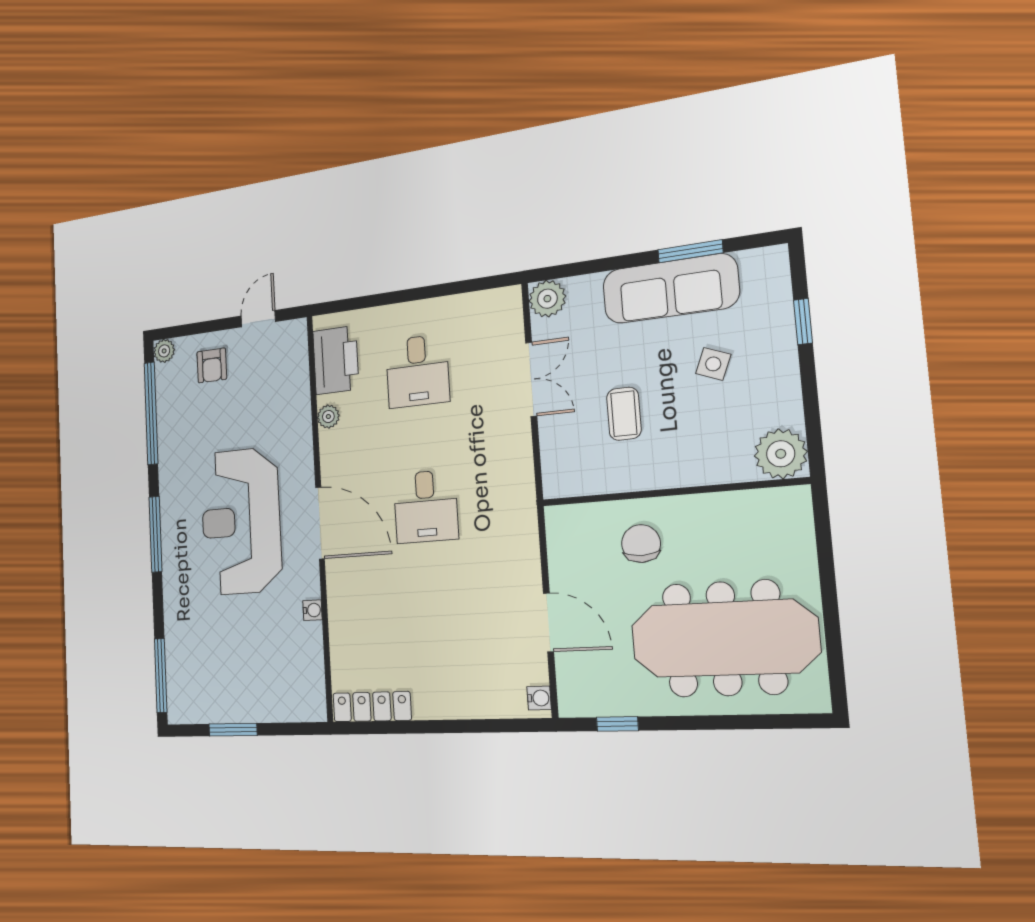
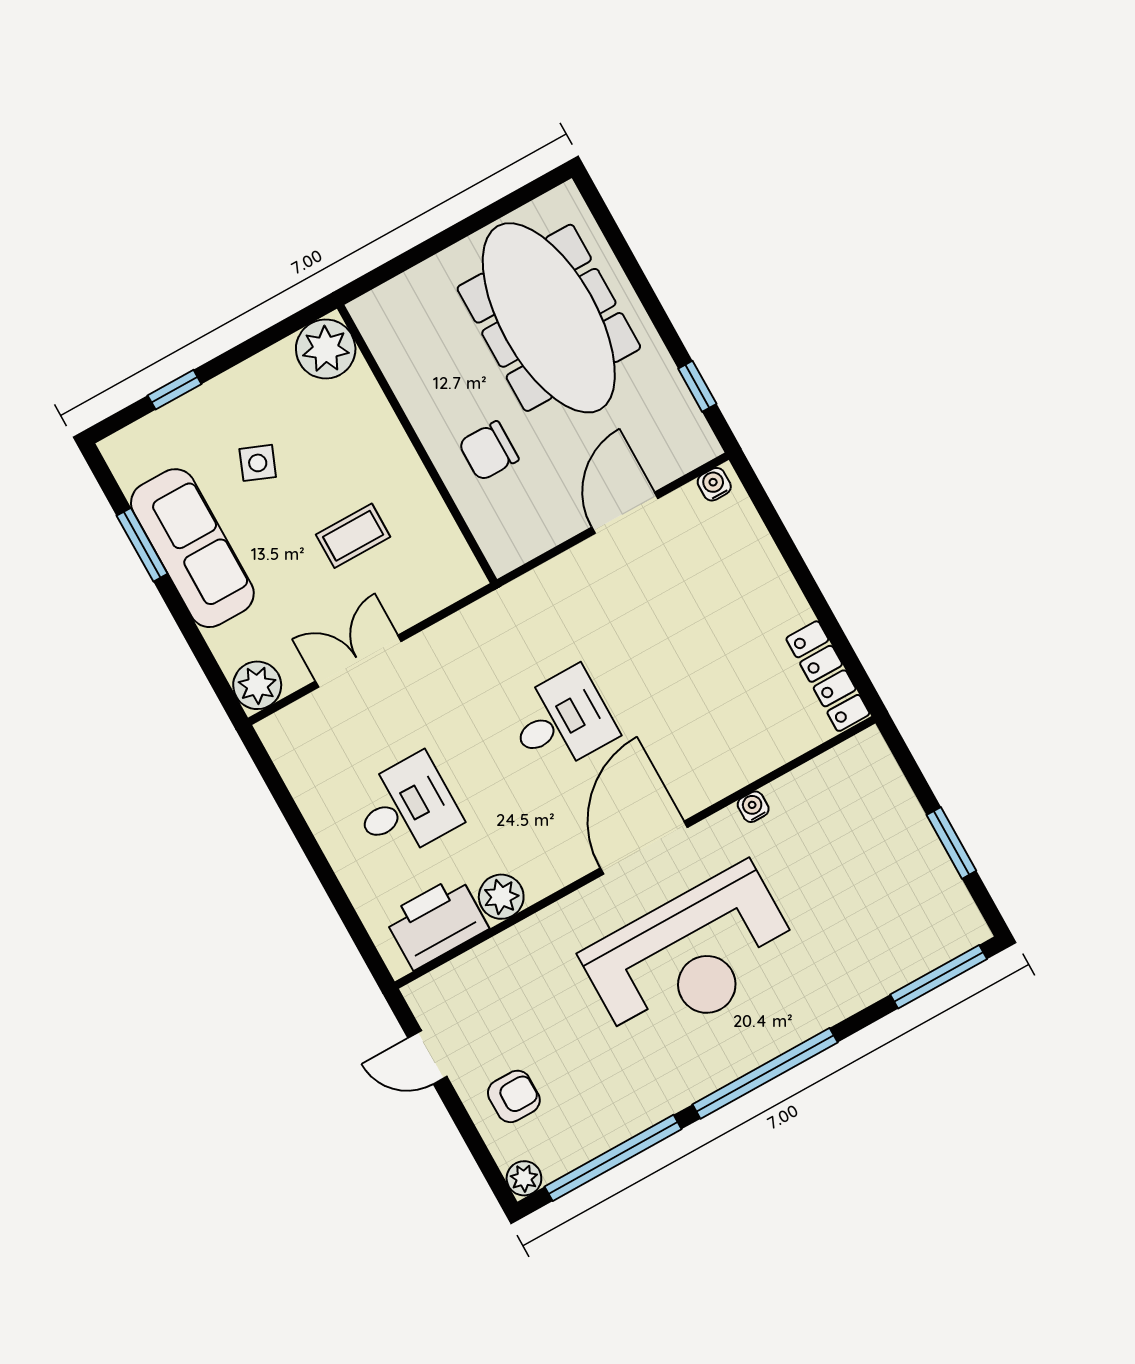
plant: (328, 417) -> (501, 897), width x1.38, depth x1.38
window: (156, 534) -> (765, 1073), width x1.46

